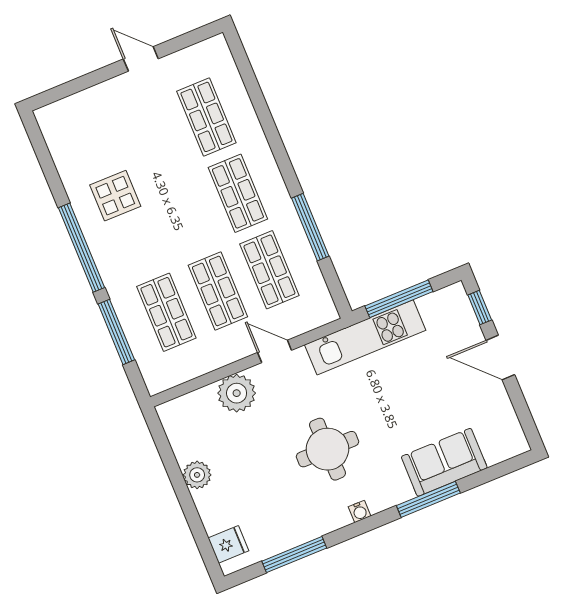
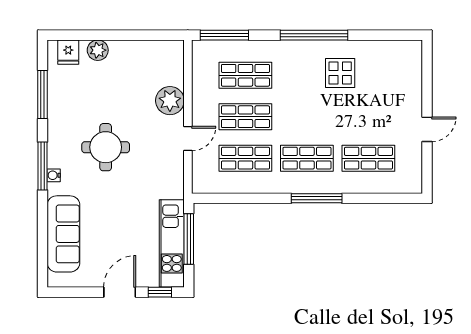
window: (310, 227) -> (317, 198), moved
window: (116, 332) -> (224, 35), moved
kitchen unit: (365, 337) -> (172, 243), moved
sofa: (444, 462) -> (63, 234), width x1.36
plant: (197, 475) -> (98, 50), moved
window: (428, 499) -> (42, 166), moved
water cooler: (360, 511) -> (54, 175), moved

